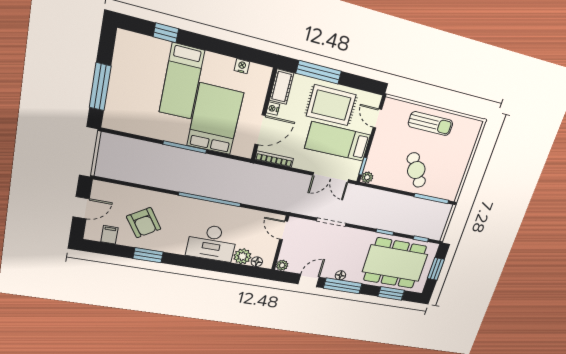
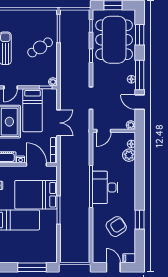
double door: (331, 177) -> (58, 123), moved
filing cabinet: (109, 235) -> (129, 258), moved
desk: (212, 243) -> (105, 187), moved, turned 180

